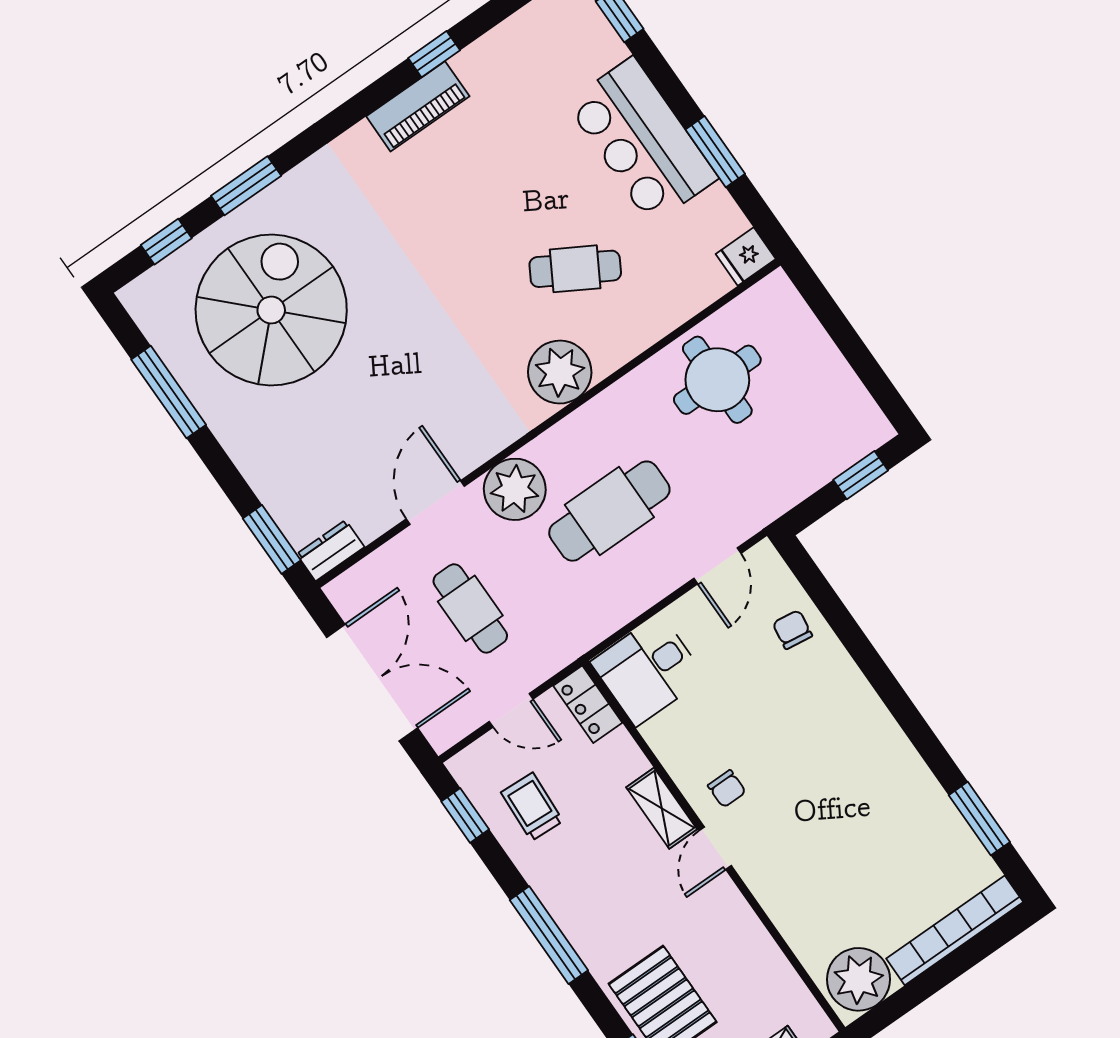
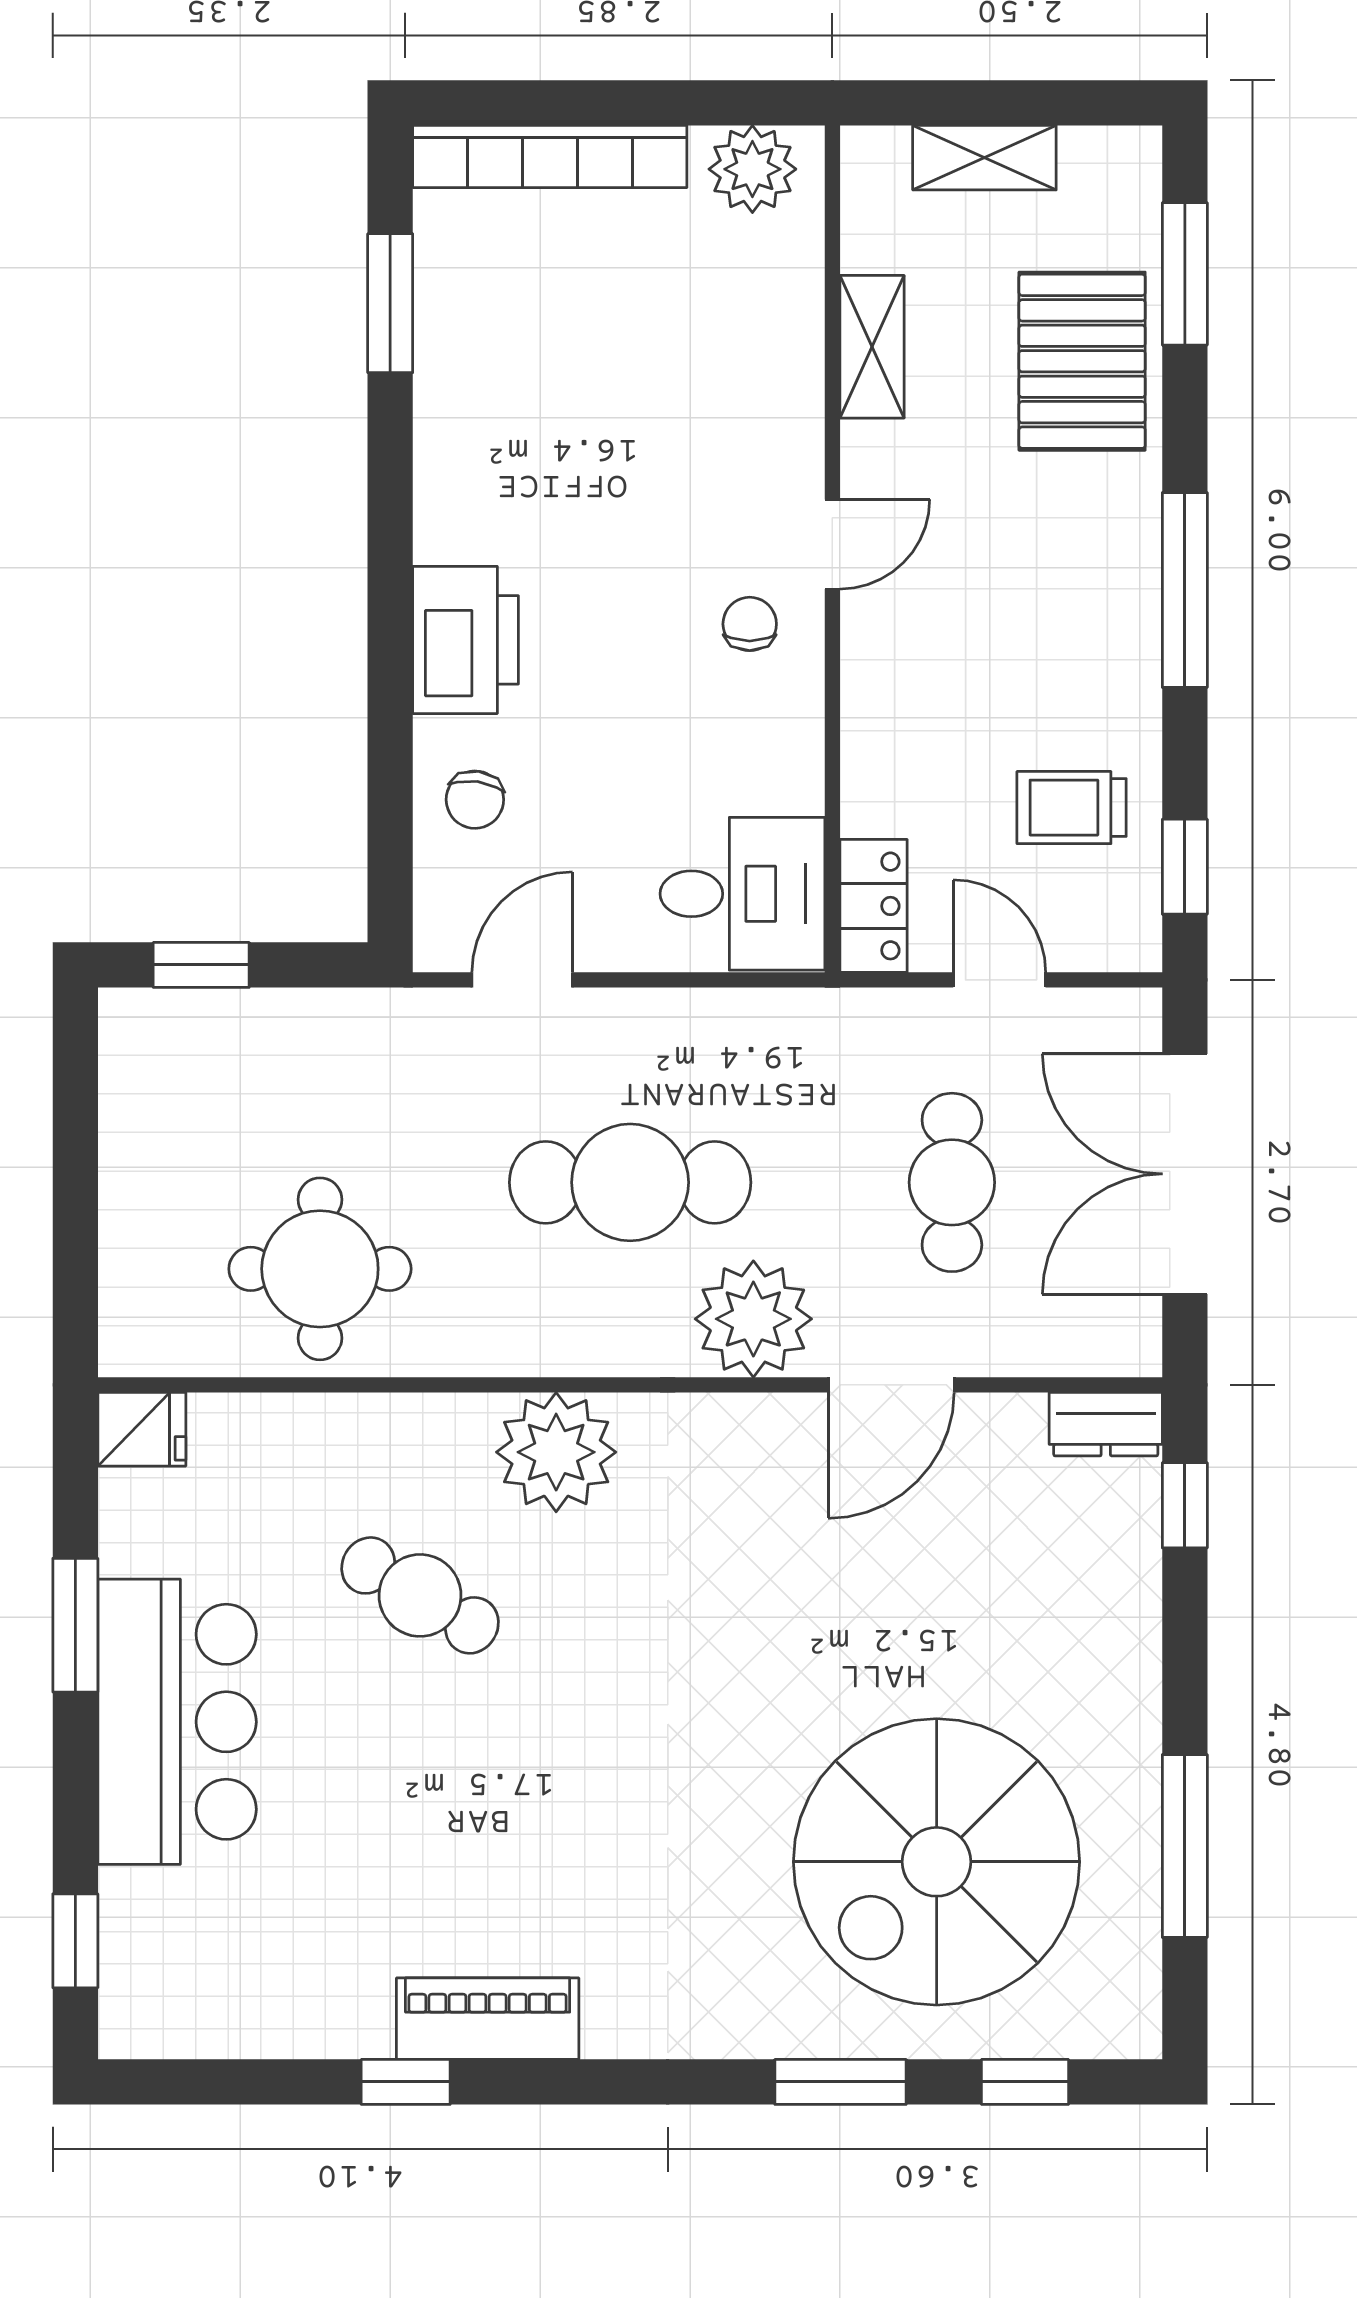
window: (272, 539) -> (1185, 1505), width x0.67
printer: (845, 696) -> (466, 640), added
trolley: (532, 807) -> (1072, 808), turned 87
shelving: (662, 808) -> (872, 347), moved
plant: (858, 979) -> (752, 169), width x0.73, depth x0.73

